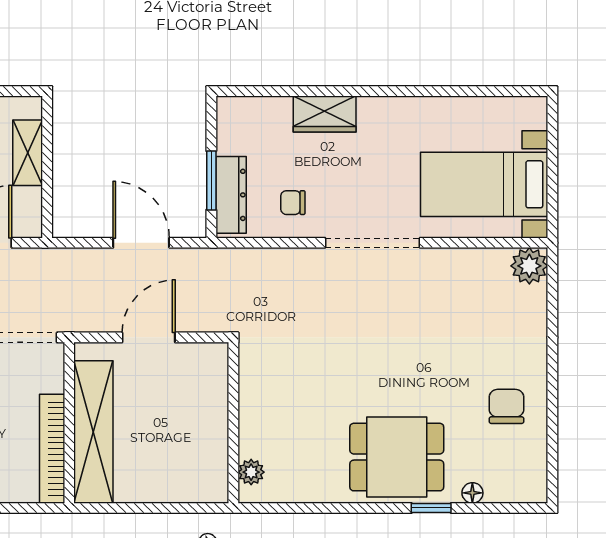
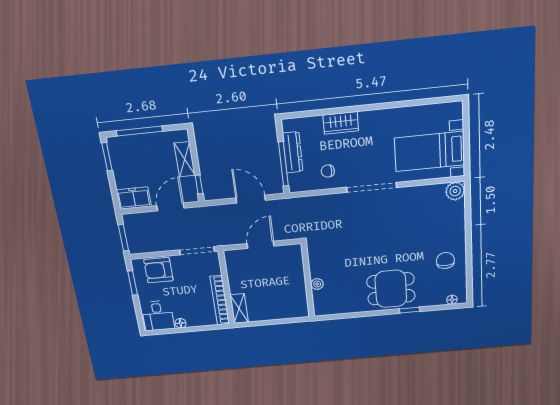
window: (211, 180) -> (283, 164), width x1.44
dresser: (231, 195) -> (293, 152), moved
window: (47, 204) -> (199, 184), added
shelving: (93, 432) -> (239, 309), width x0.45, depth x0.75
plant: (251, 472) -> (317, 284), moved
floor lamp: (472, 493) -> (452, 300), moved

